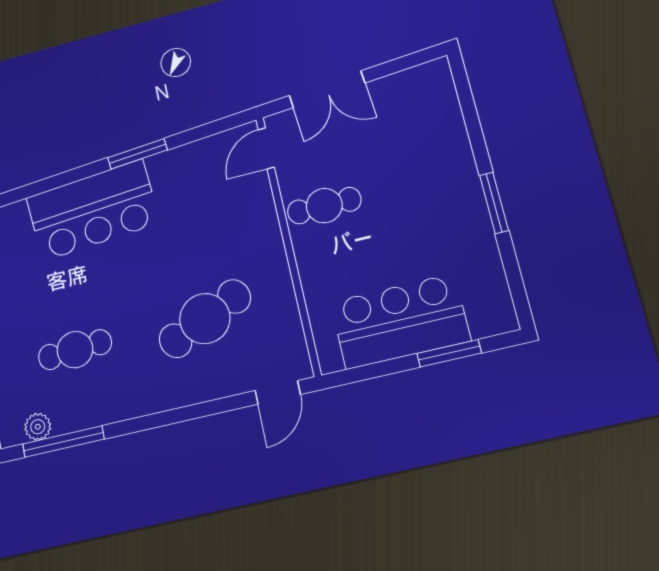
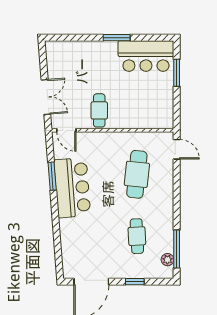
window: (137, 154) -> (52, 176), moved
bar counter: (93, 210) -> (72, 188), moved
cafe table: (205, 319) -> (137, 174), turned 30
bar counter: (400, 321) -> (146, 56), moved, turned -90

